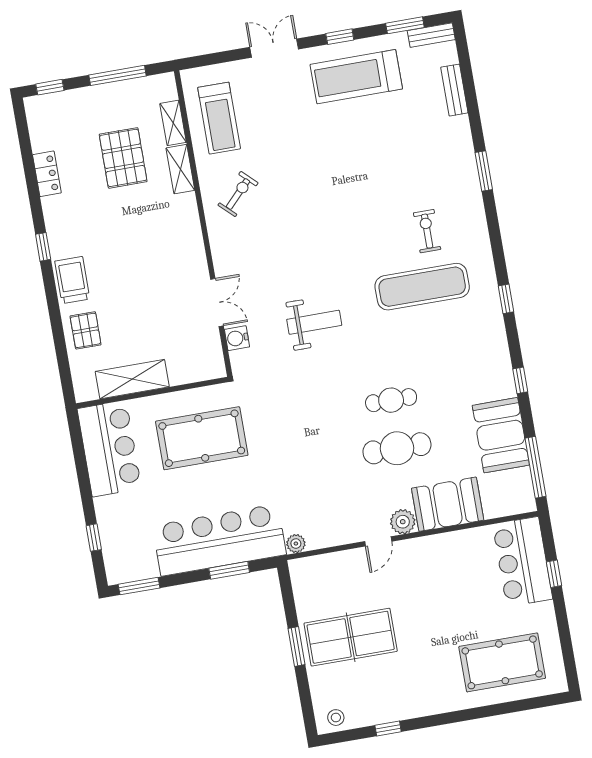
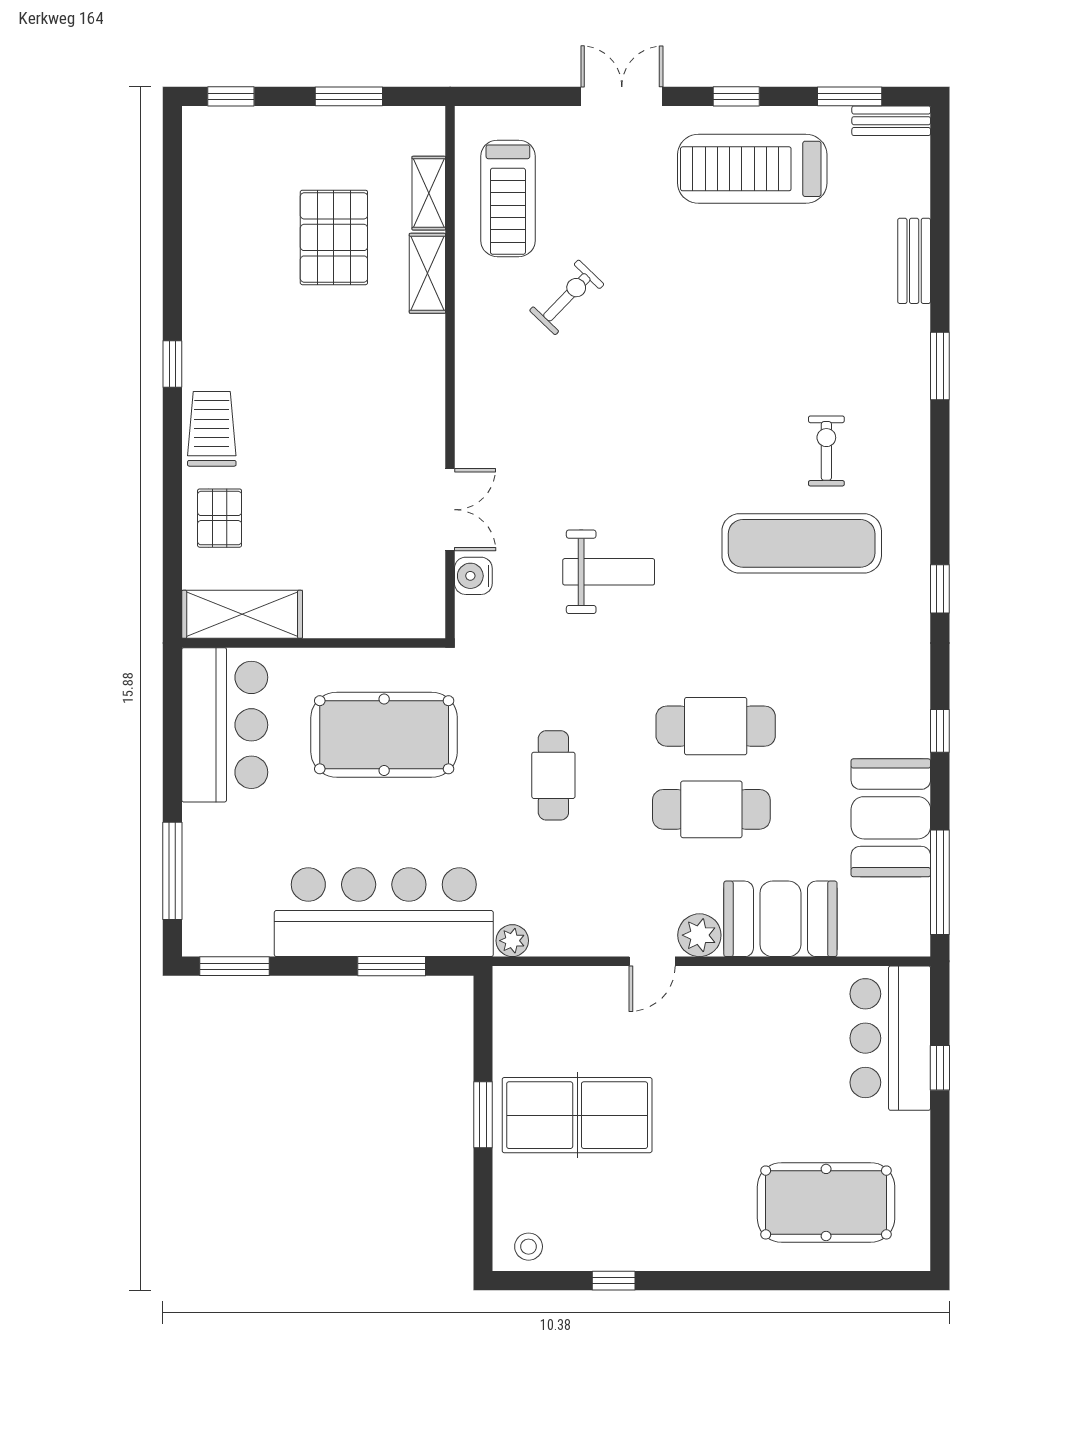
window: (118, 75) -> (349, 96), width x0.69
bench: (454, 90) -> (914, 261), moved
locker: (47, 174) -> (200, 242), removed
exercise bike: (238, 194) -> (567, 297), moved
shelving: (132, 379) -> (242, 614), moved
cafe table: (391, 400) -> (716, 726), width x1.37, depth x1.35
cafe table: (303, 445) -> (553, 775), added
window: (94, 538) -> (172, 871), width x2.17

